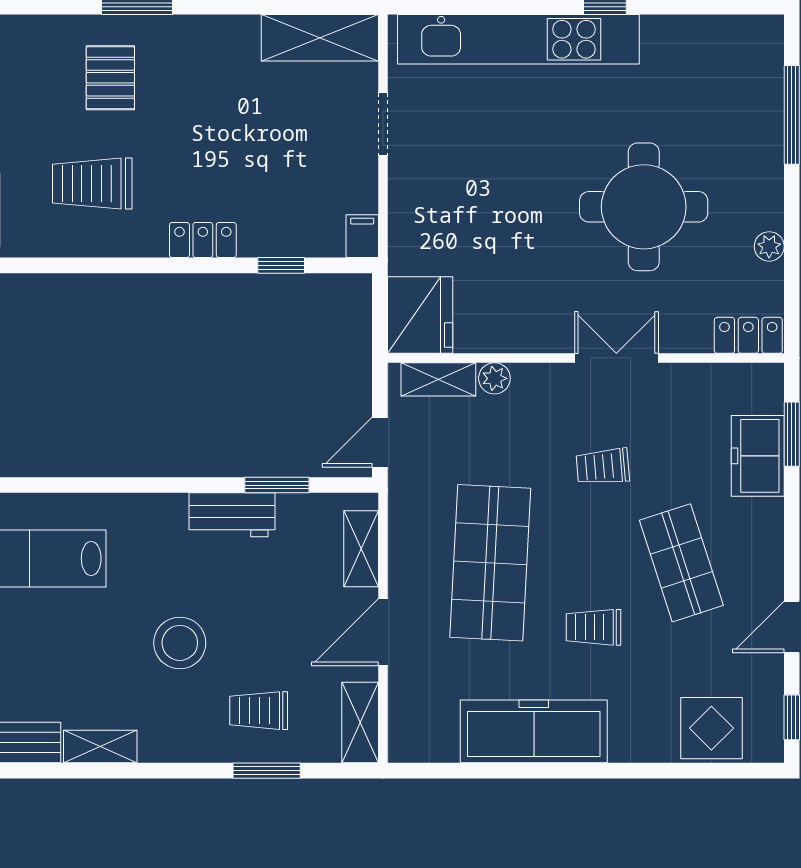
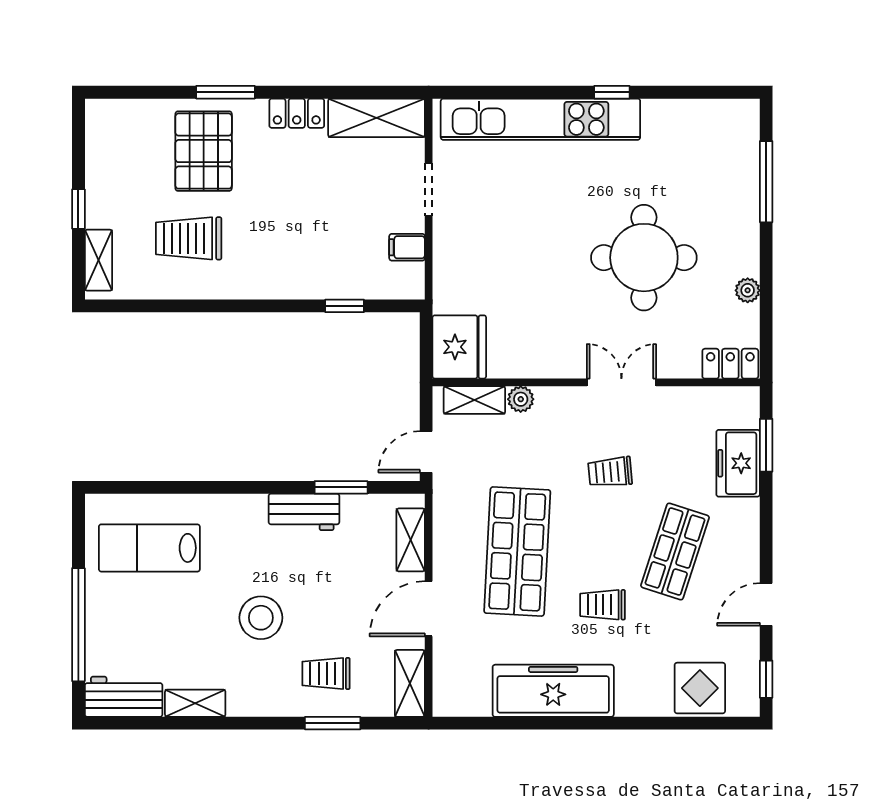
pallet: (110, 78) -> (204, 151), width x1.50, depth x1.42
filing cabinet: (362, 236) -> (407, 247), moved, turned -90
locker: (203, 240) -> (297, 113), moved, turned 180
shop shelf: (681, 563) -> (675, 551), turned 36

